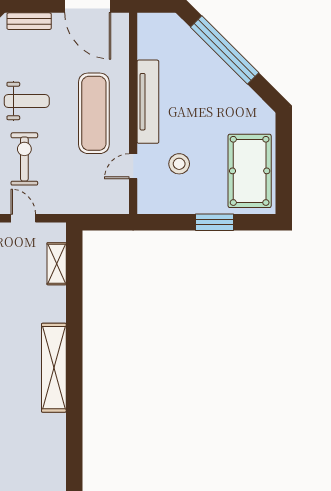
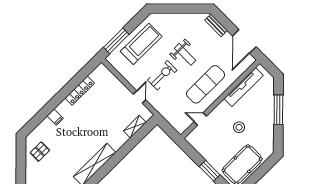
window: (225, 50) -> (278, 110), width x0.68
tv unit: (148, 102) -> (244, 87), moved
stool: (179, 164) -> (239, 127), moved

